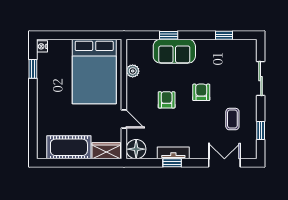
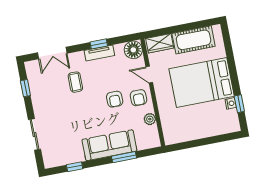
window: (169, 35) -> (124, 157), width x1.50
nightstand: (42, 46) -> (231, 103), moved
sofa: (174, 51) -> (109, 145), width x1.36
bed: (94, 71) -> (202, 82), moved, turned -90
armchair: (201, 92) -> (138, 98), moved
coffee table: (232, 119) -> (75, 82), moved

